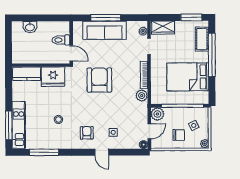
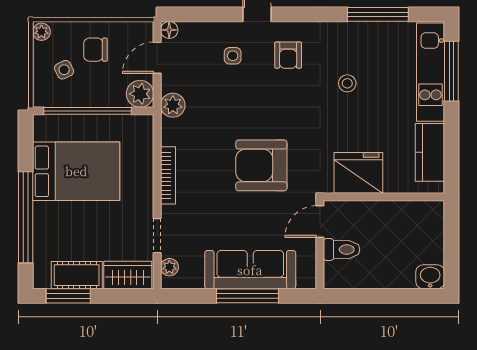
washbasin: (30, 27) -> (430, 277), moved
cot: (202, 39) -> (77, 275), moved, turned 90
door: (71, 53) -> (320, 222), hinge flipped
kitchen counter: (27, 74) -> (430, 152), moved, turned -90
armchair: (99, 80) -> (261, 165), turned 90
plant: (142, 96) -> (173, 105), moved

